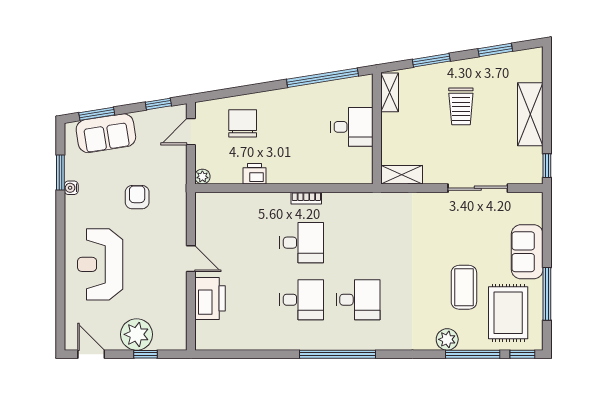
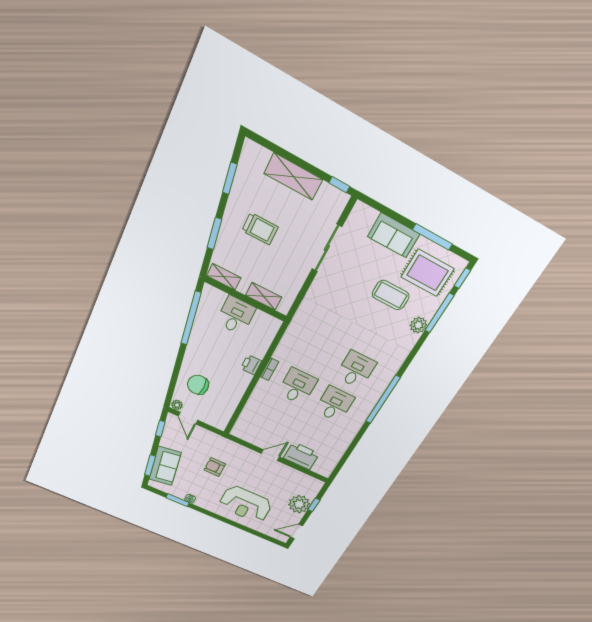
printer: (255, 174) -> (251, 365), moved
shelving: (402, 175) -> (264, 296), moved, turned 90
plant: (202, 177) -> (177, 405), moved

